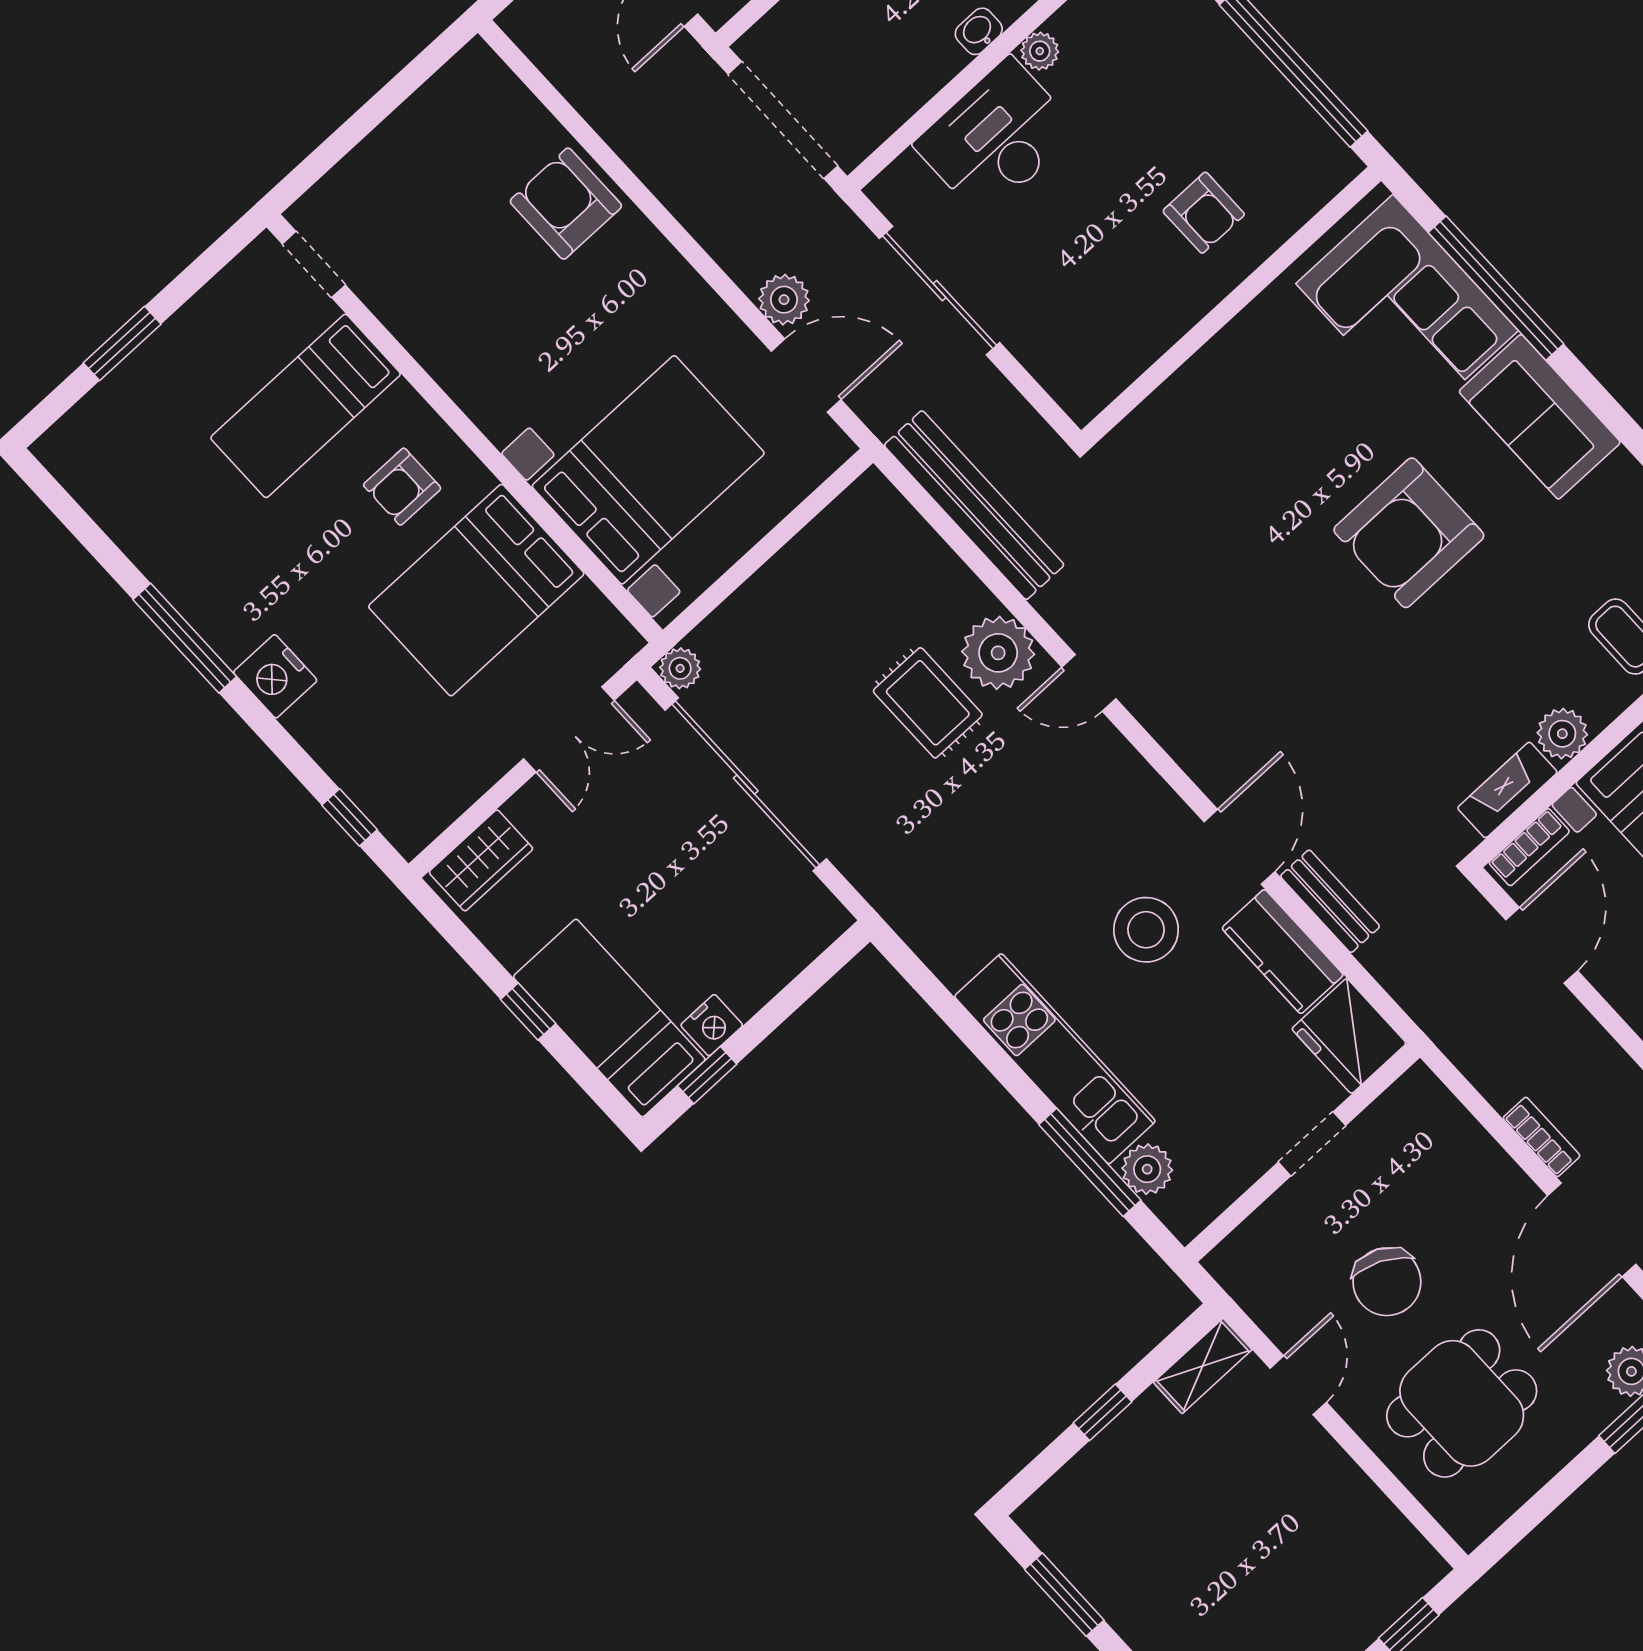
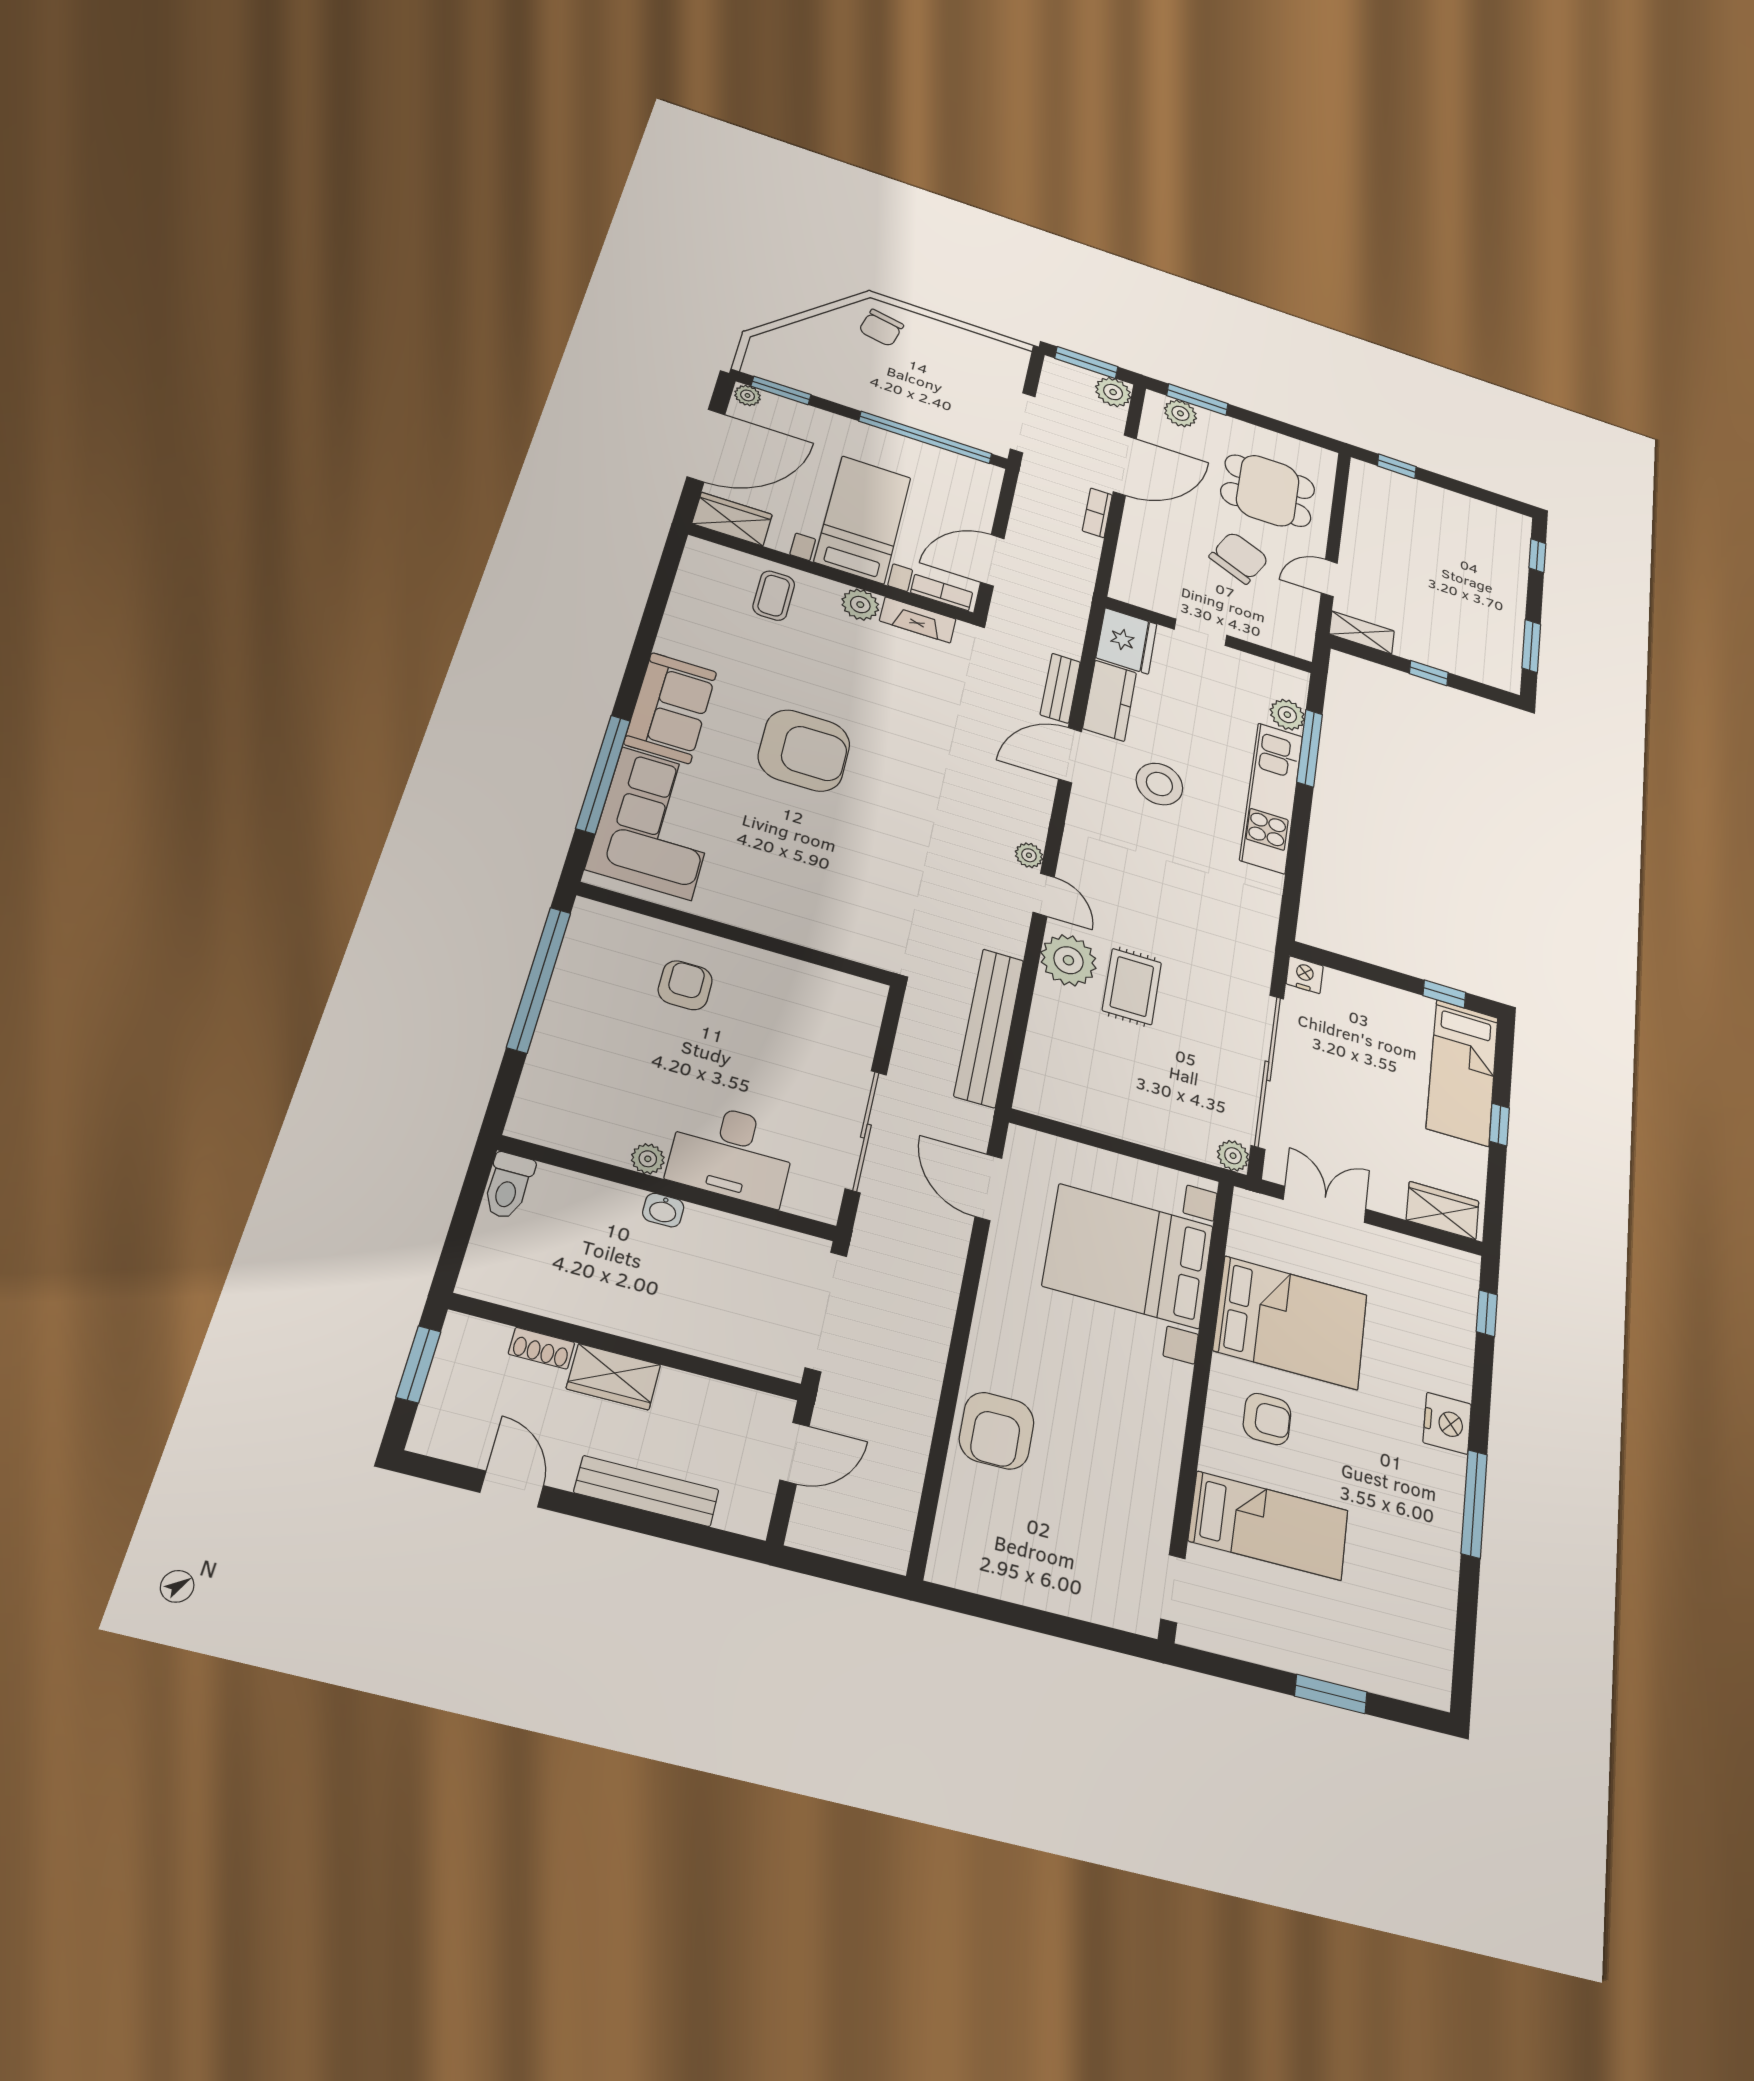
plant: (784, 300) -> (1029, 855), moved, width x0.73, depth x0.73
nightstand: (712, 1025) -> (1305, 975), moved

